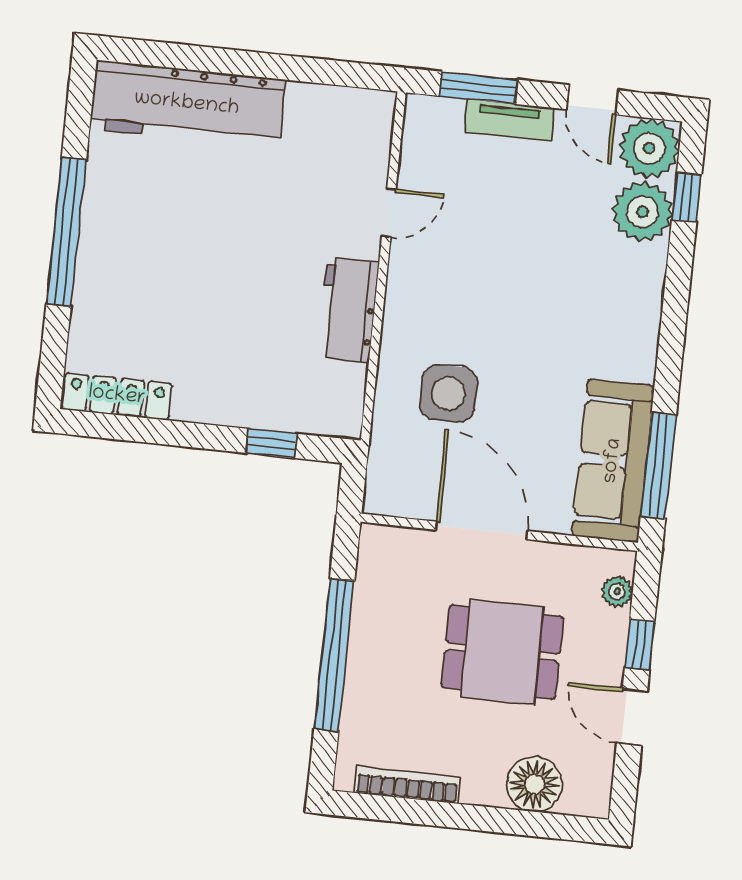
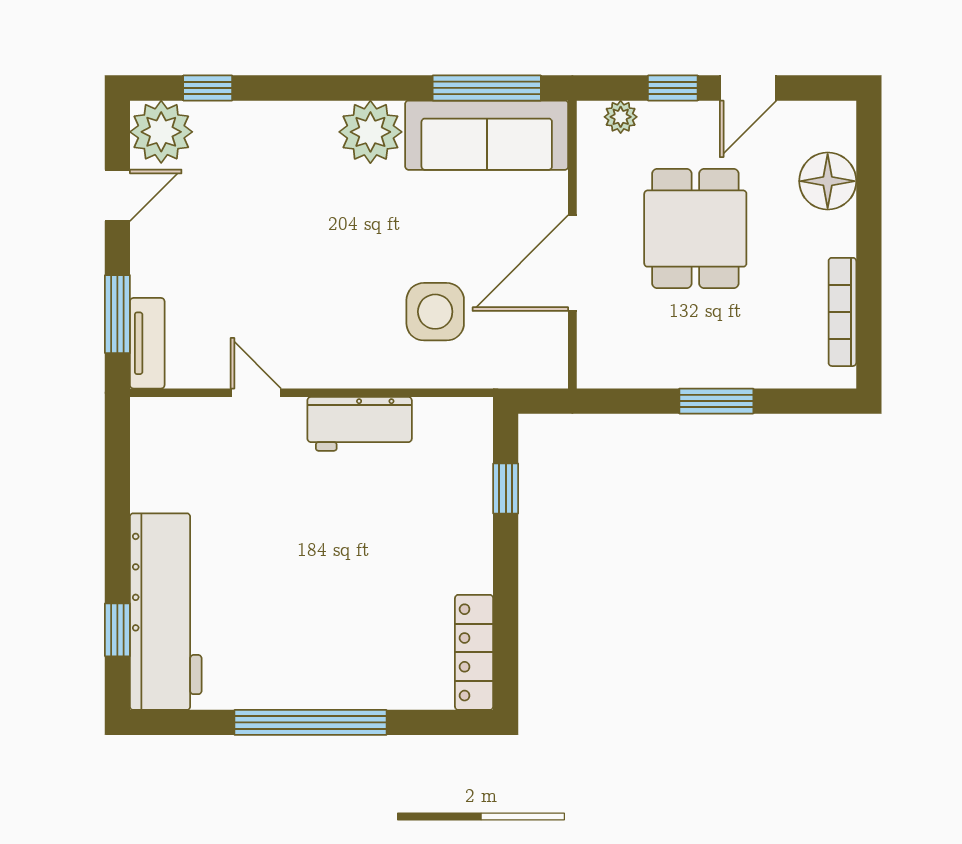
window: (175, 56) -> (117, 630), added
tv unit: (509, 120) -> (147, 343), moved
plant: (642, 212) -> (370, 132), moved
window: (334, 655) -> (716, 401), width x0.47

